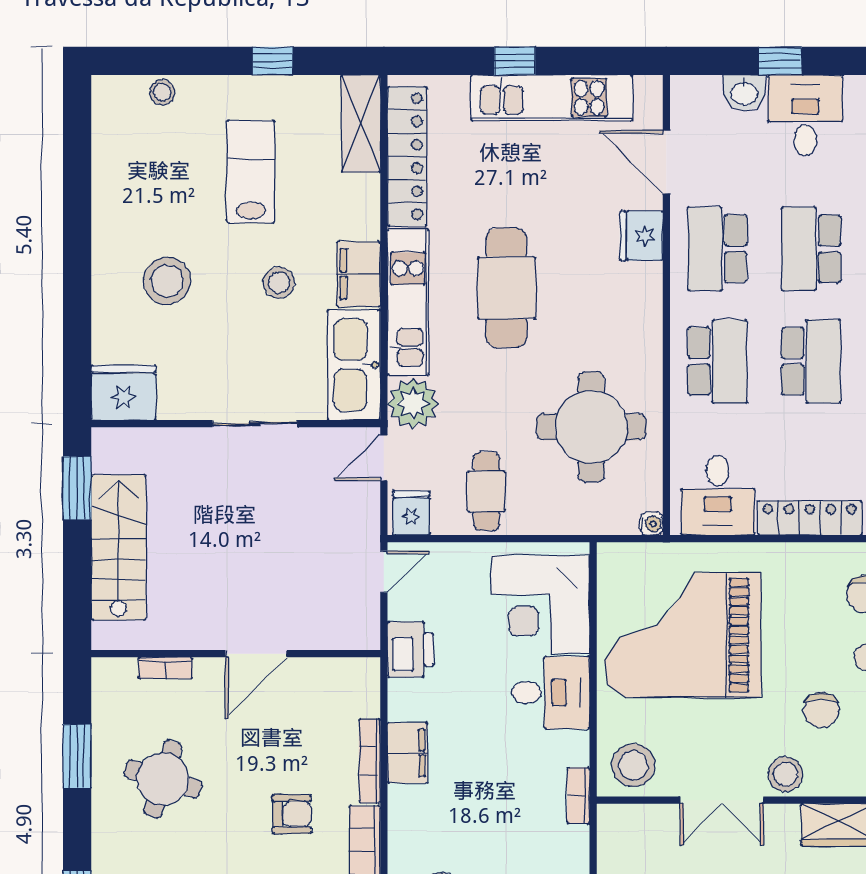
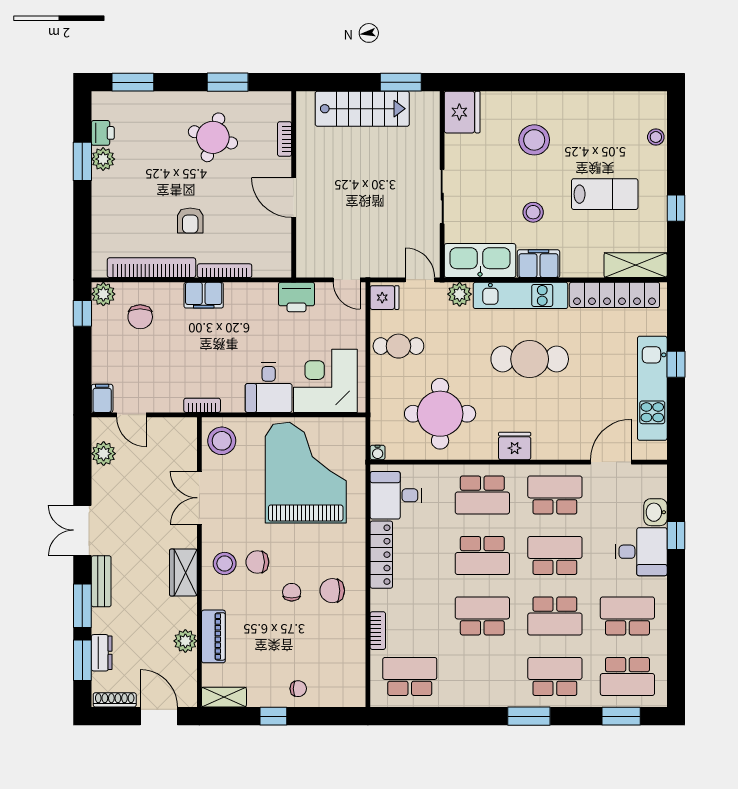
fridge: (641, 236) -> (515, 446), moved
plant: (413, 403) -> (460, 294), width x0.73, depth x0.73
filing cabinet: (408, 753) -> (204, 295), moved
stool: (785, 774) -> (225, 563), moved

